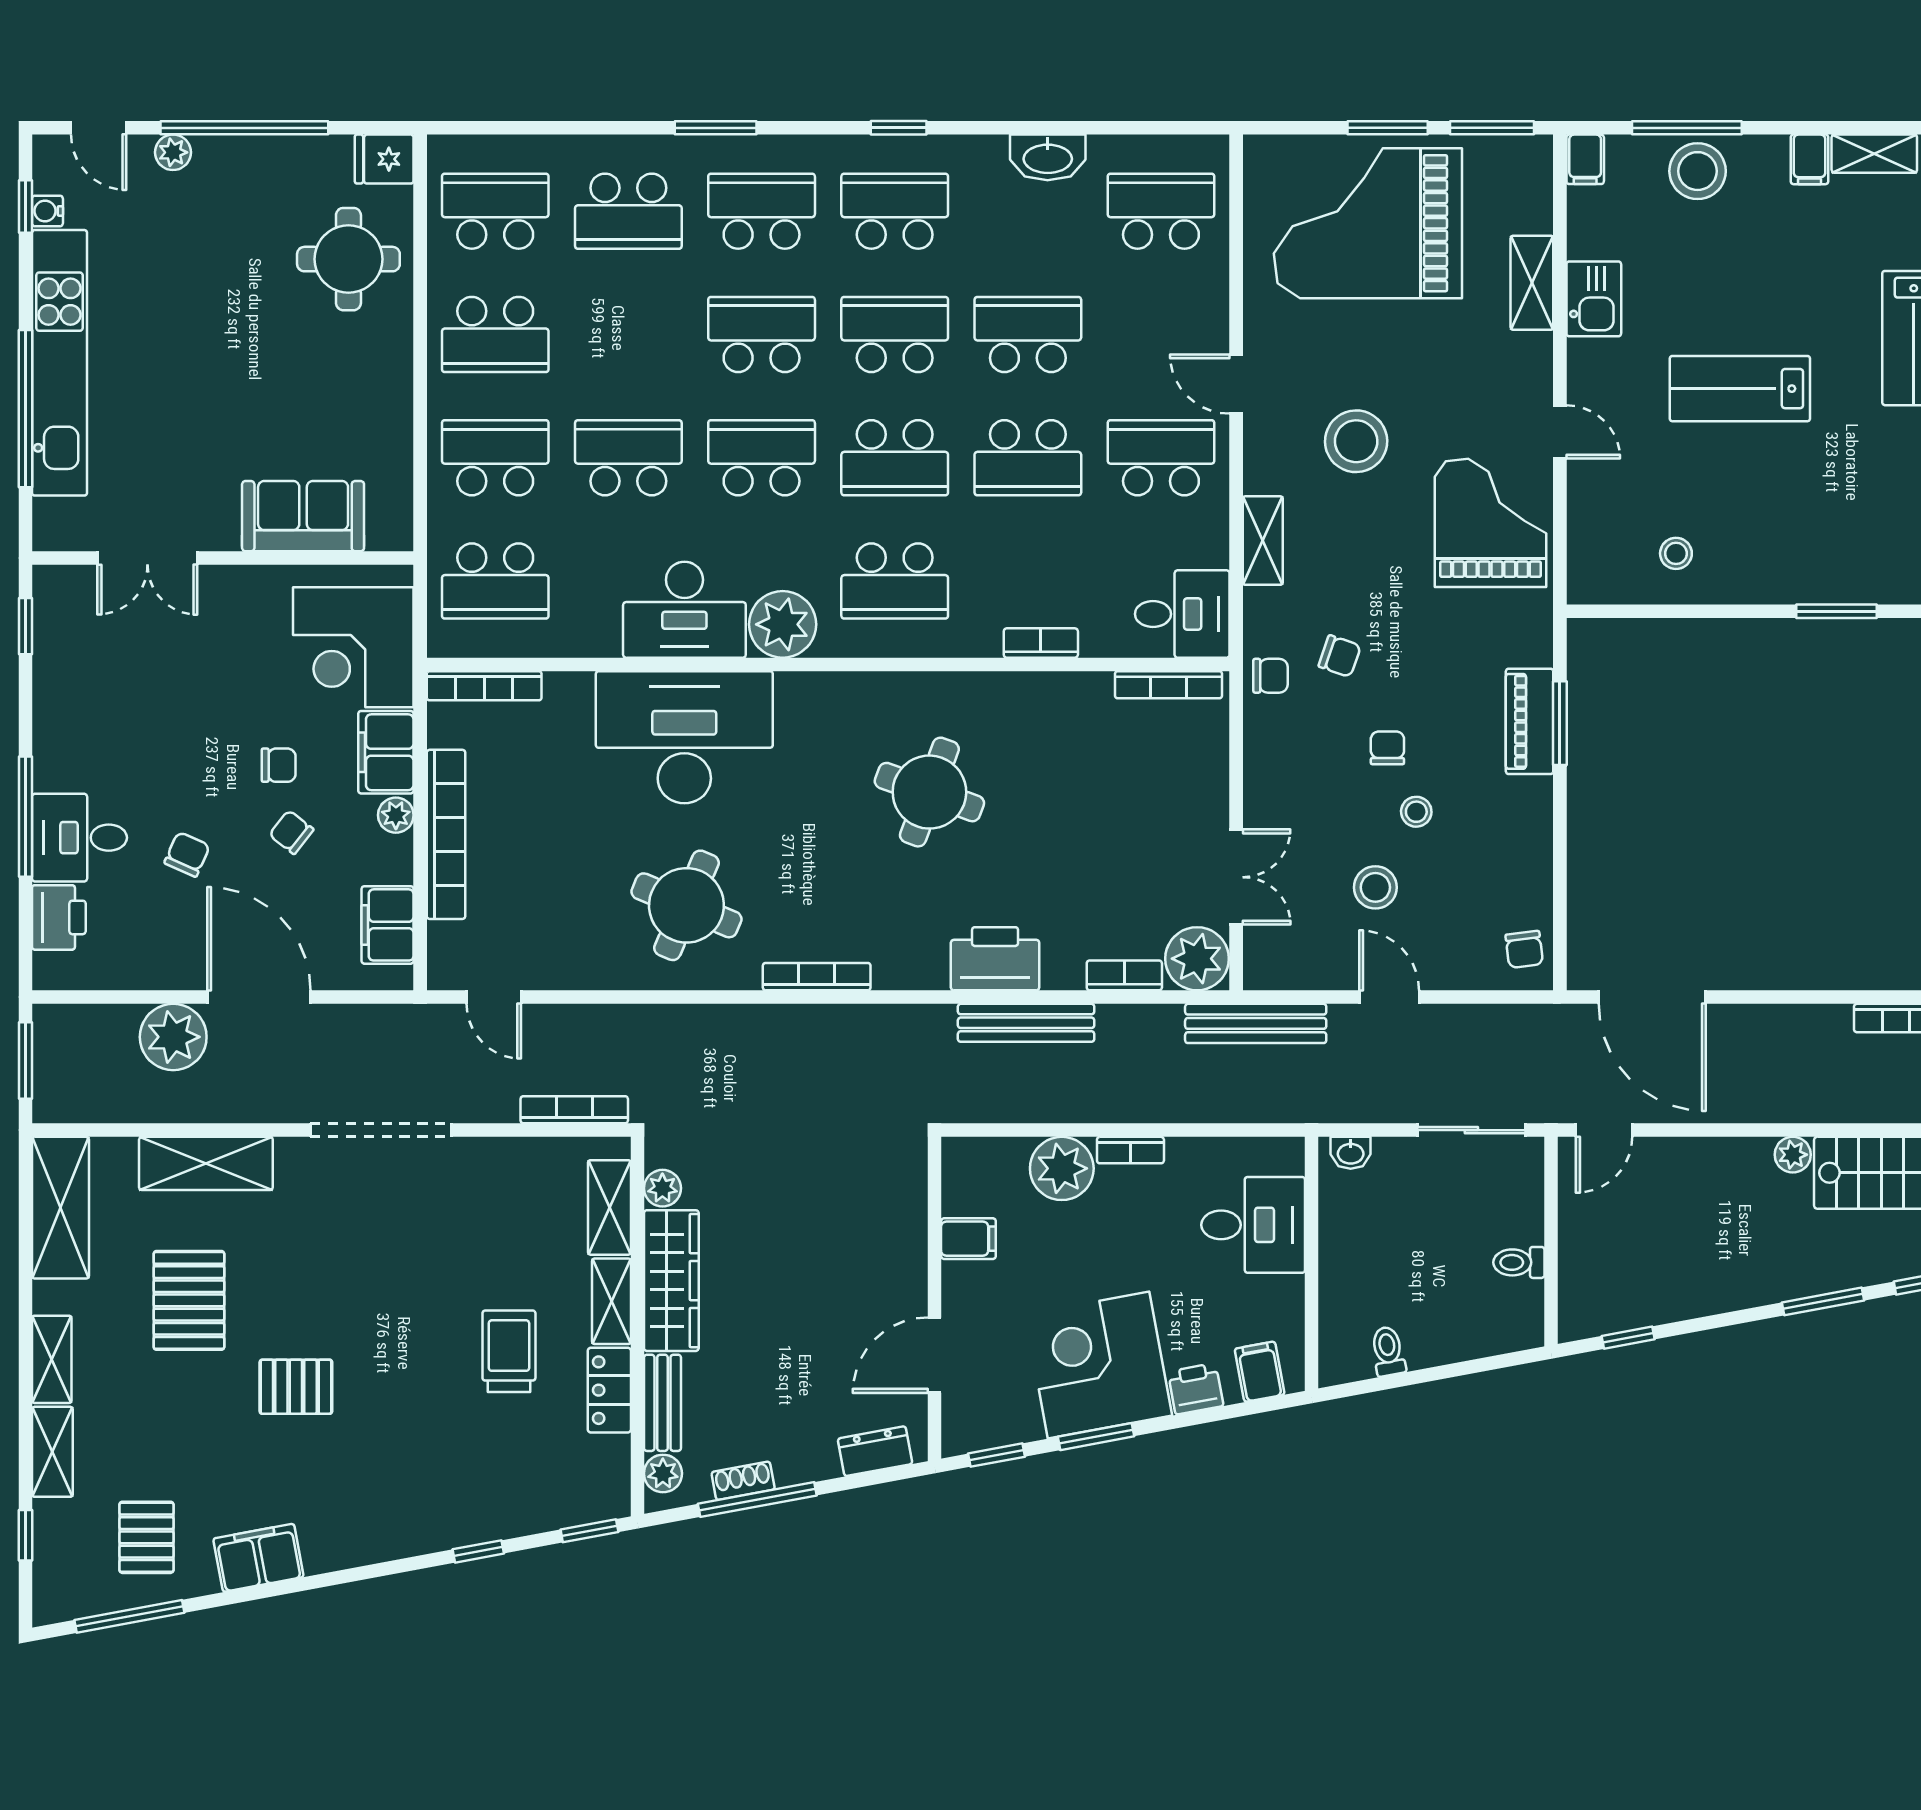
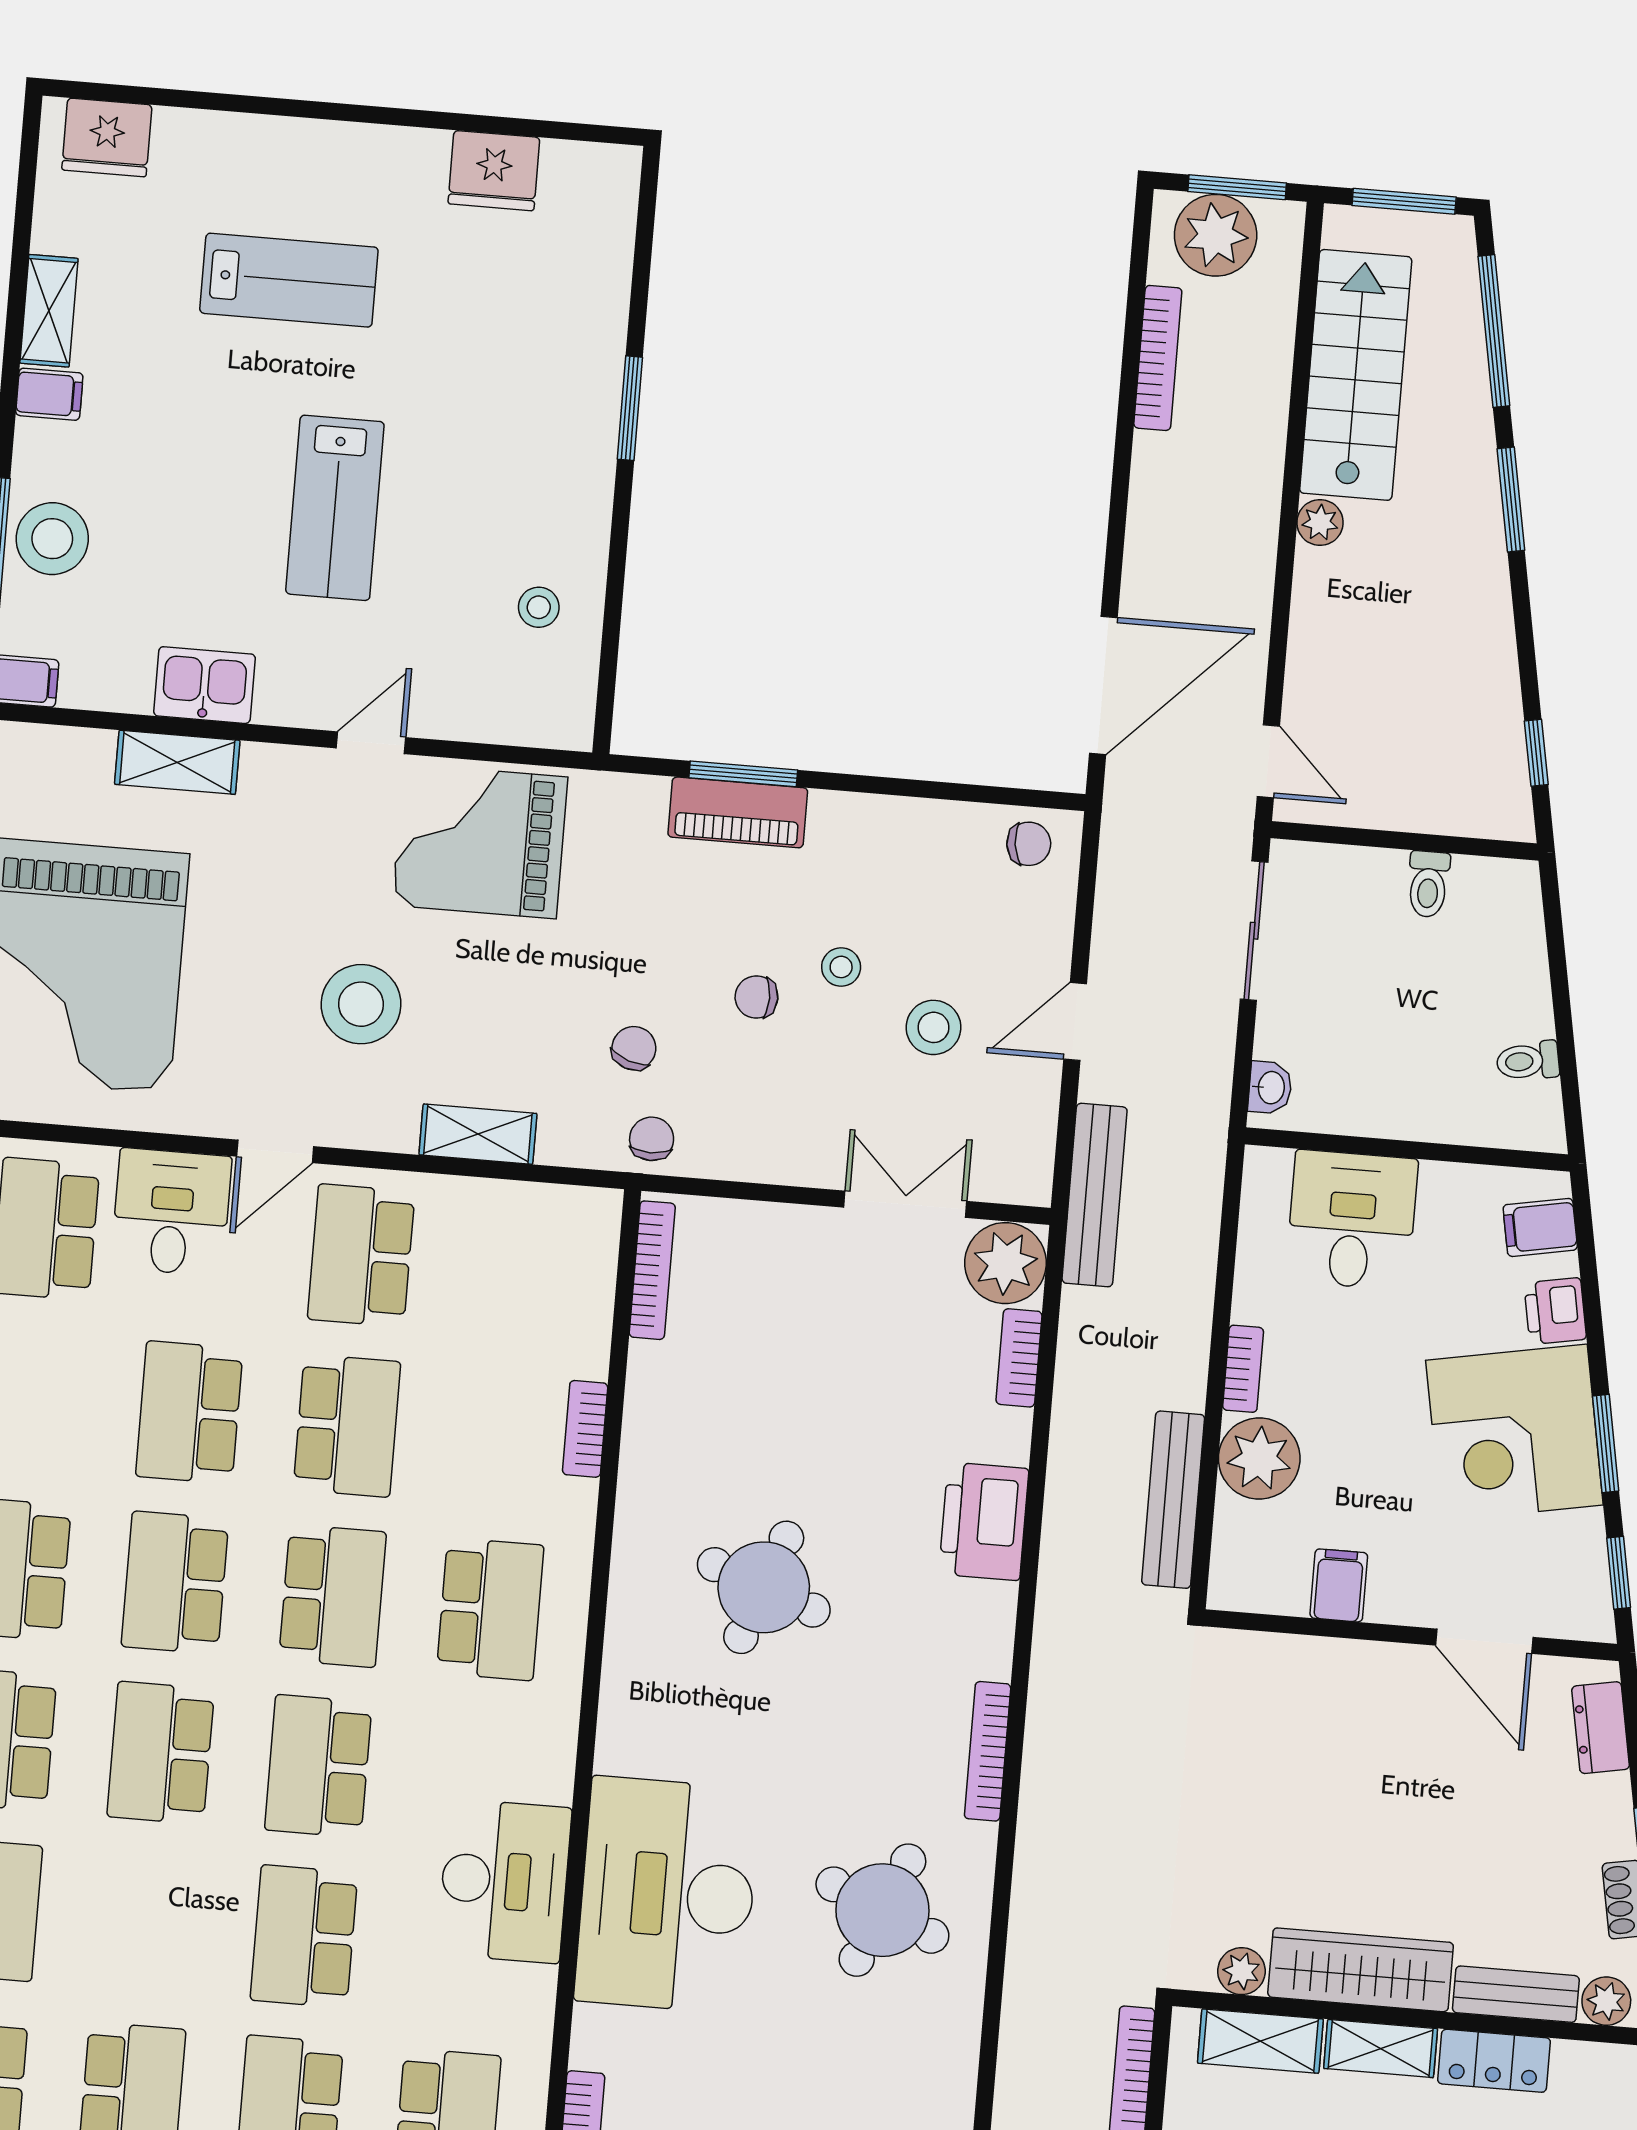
desk: (1182, 614) -> (171, 1212), moved
plant: (783, 624) -> (534, 1757), removed
bench: (1026, 1023) -> (1173, 1500), moved

